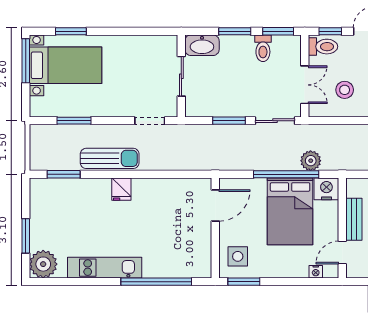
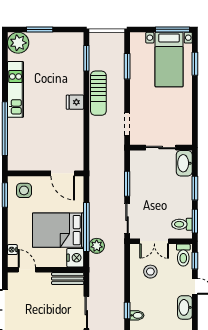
toilet: (263, 48) -> (182, 224), moved
bench: (354, 219) -> (68, 279), moved

